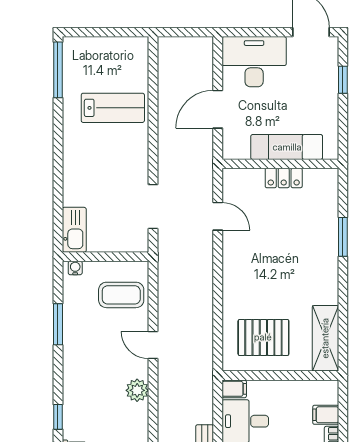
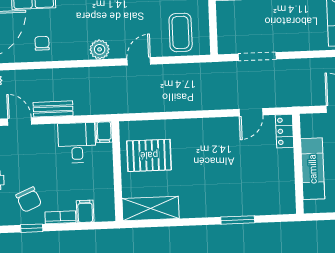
locker: (284, 178) -> (285, 131), moved
pallet: (263, 337) -> (149, 155), turned 90

